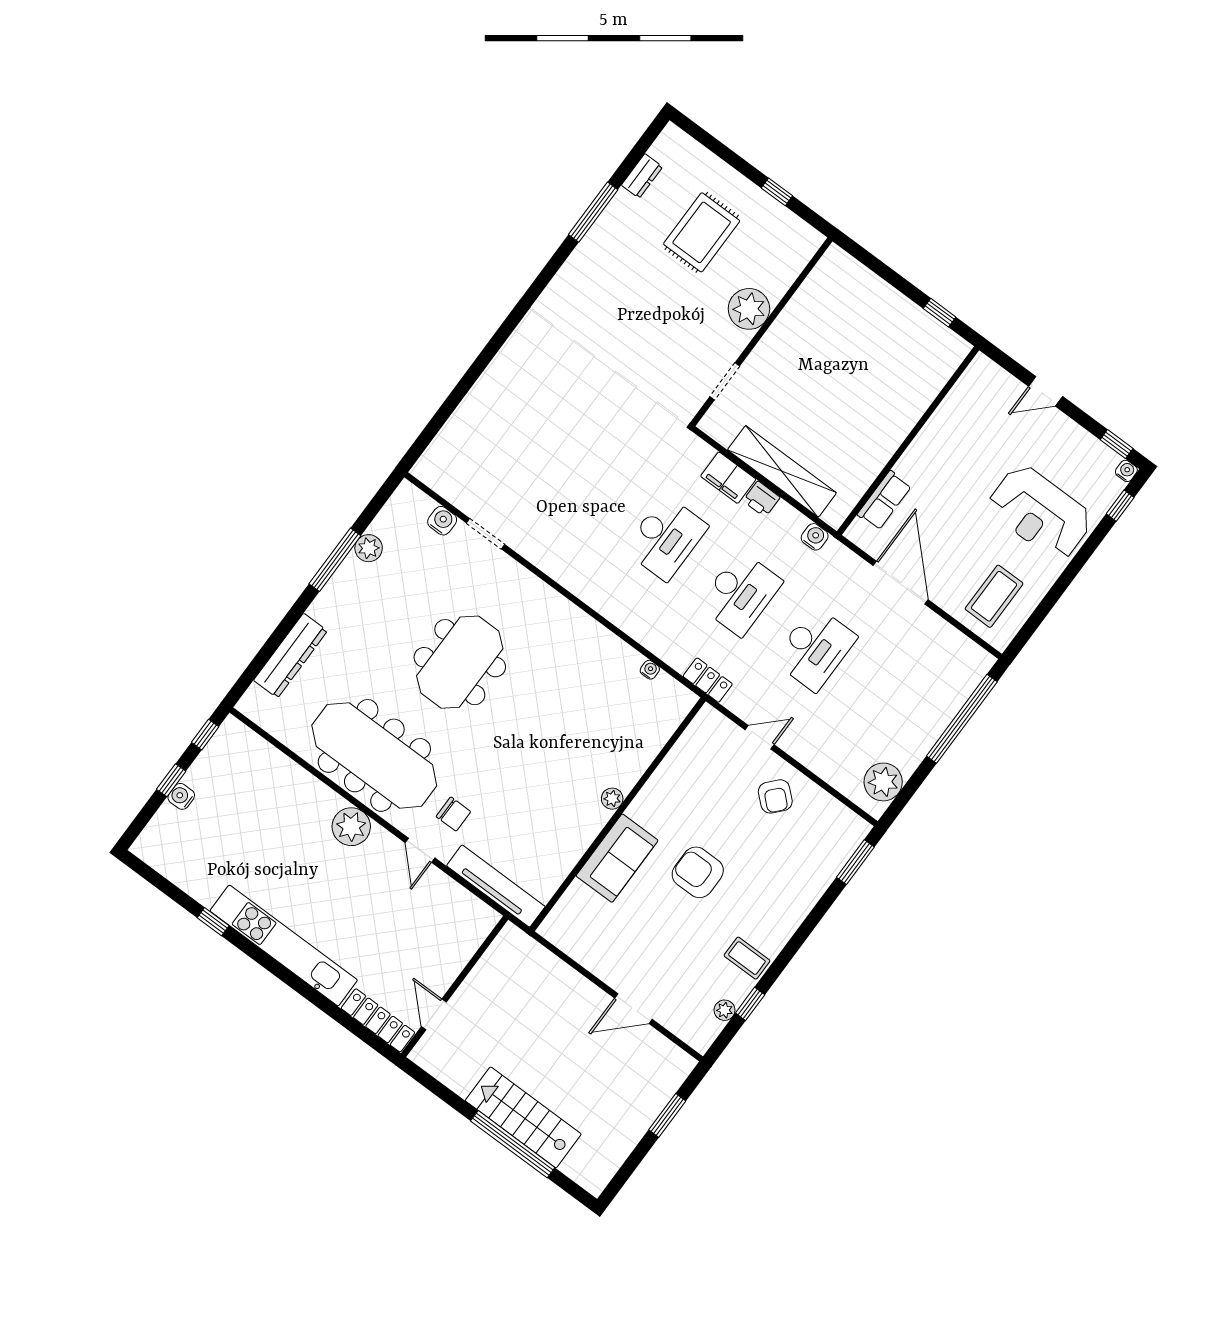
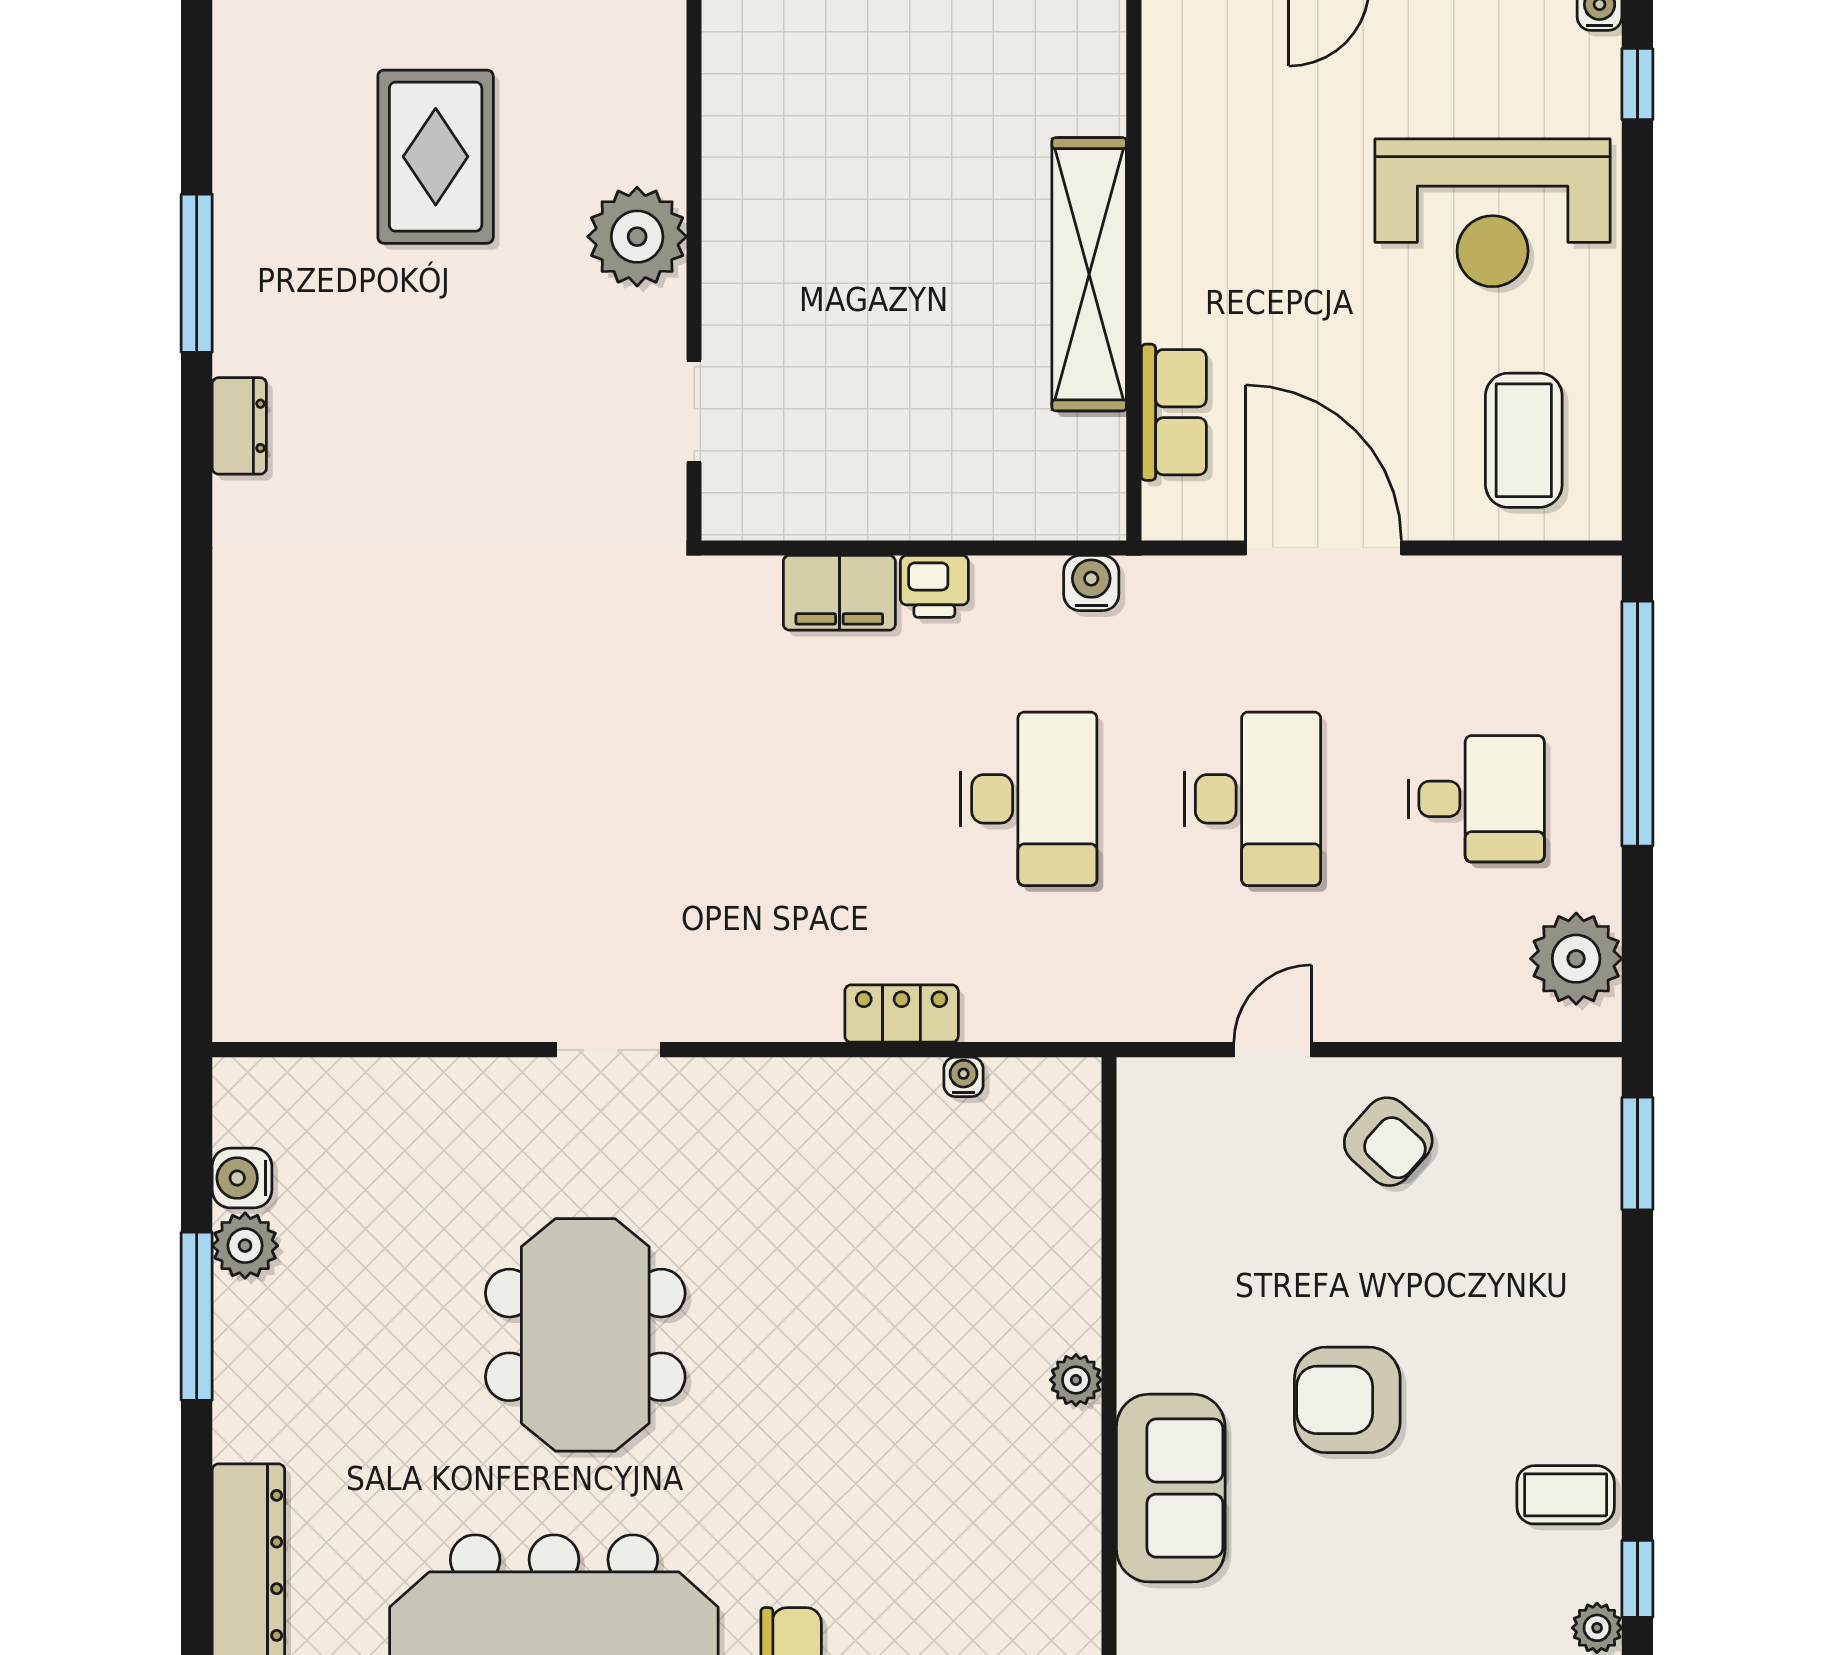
dresser: (642, 176) -> (239, 426), moved
shelving: (782, 471) -> (1089, 274), moved, turned 90
water cooler: (442, 521) -> (242, 1178), moved, turned -90
doorway: (485, 534) -> (609, 1050), moved
desk: (666, 538) -> (1476, 799), moved, width x0.73
locker: (708, 680) -> (902, 1014), moved

